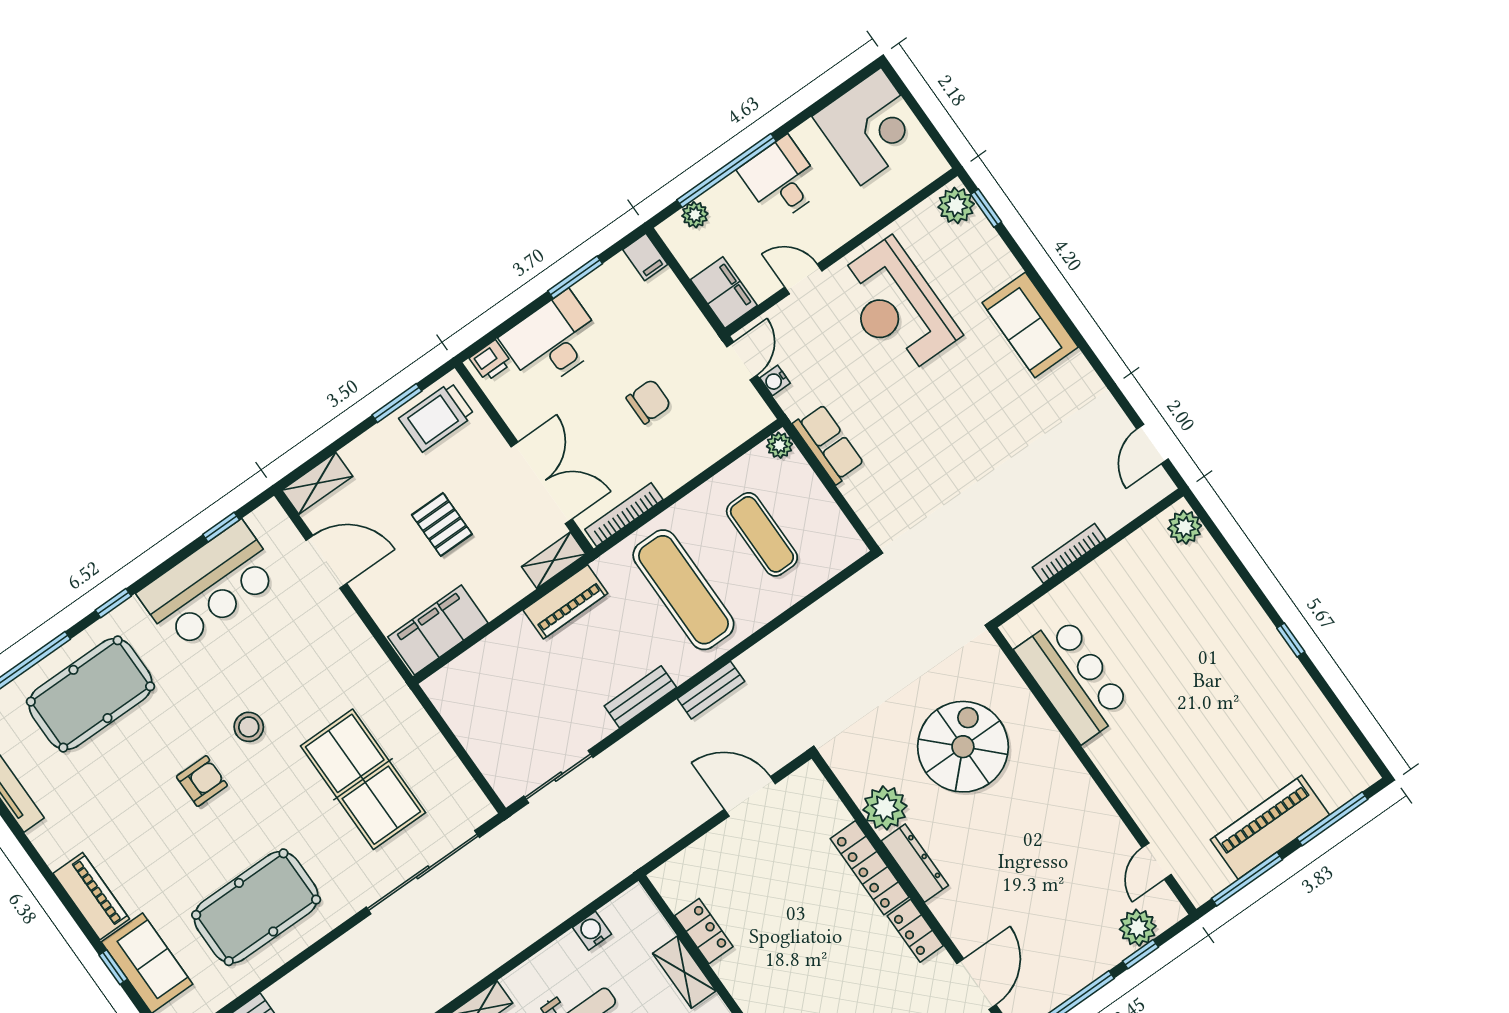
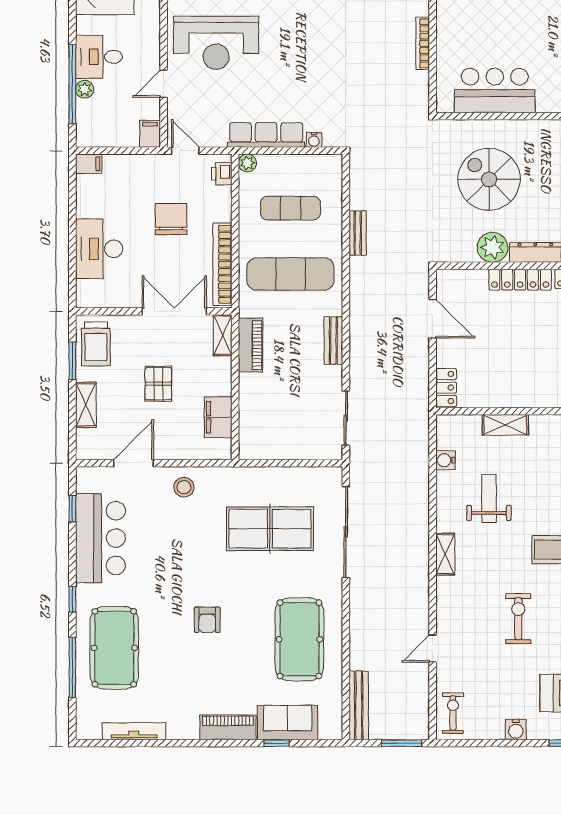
plant: (695, 215) -> (85, 89), moved
window: (575, 277) -> (72, 211), removed
filing cabinet: (724, 293) -> (150, 134), width x0.50
printer: (491, 361) -> (222, 174), moved, turned 180
water cooler: (775, 381) -> (314, 140), moved
chair: (649, 402) -> (171, 219), width x1.37, depth x1.37
row of seats: (828, 444) -> (266, 135), width x1.48
shelving: (317, 483) -> (86, 405), moved
bookcase: (624, 515) -> (222, 264), width x1.48, depth x1.31
pallet: (442, 524) -> (158, 384), turned 90
filing cabinet: (438, 630) -> (218, 417), width x0.67, depth x0.86
bench: (711, 690) -> (358, 233), moved
stool: (249, 727) -> (184, 487), moved
armchair: (202, 781) -> (207, 620), turned 180
door: (750, 796) -> (433, 319), swing flipped
locker: (704, 931) -> (446, 388), moved, turned 90

